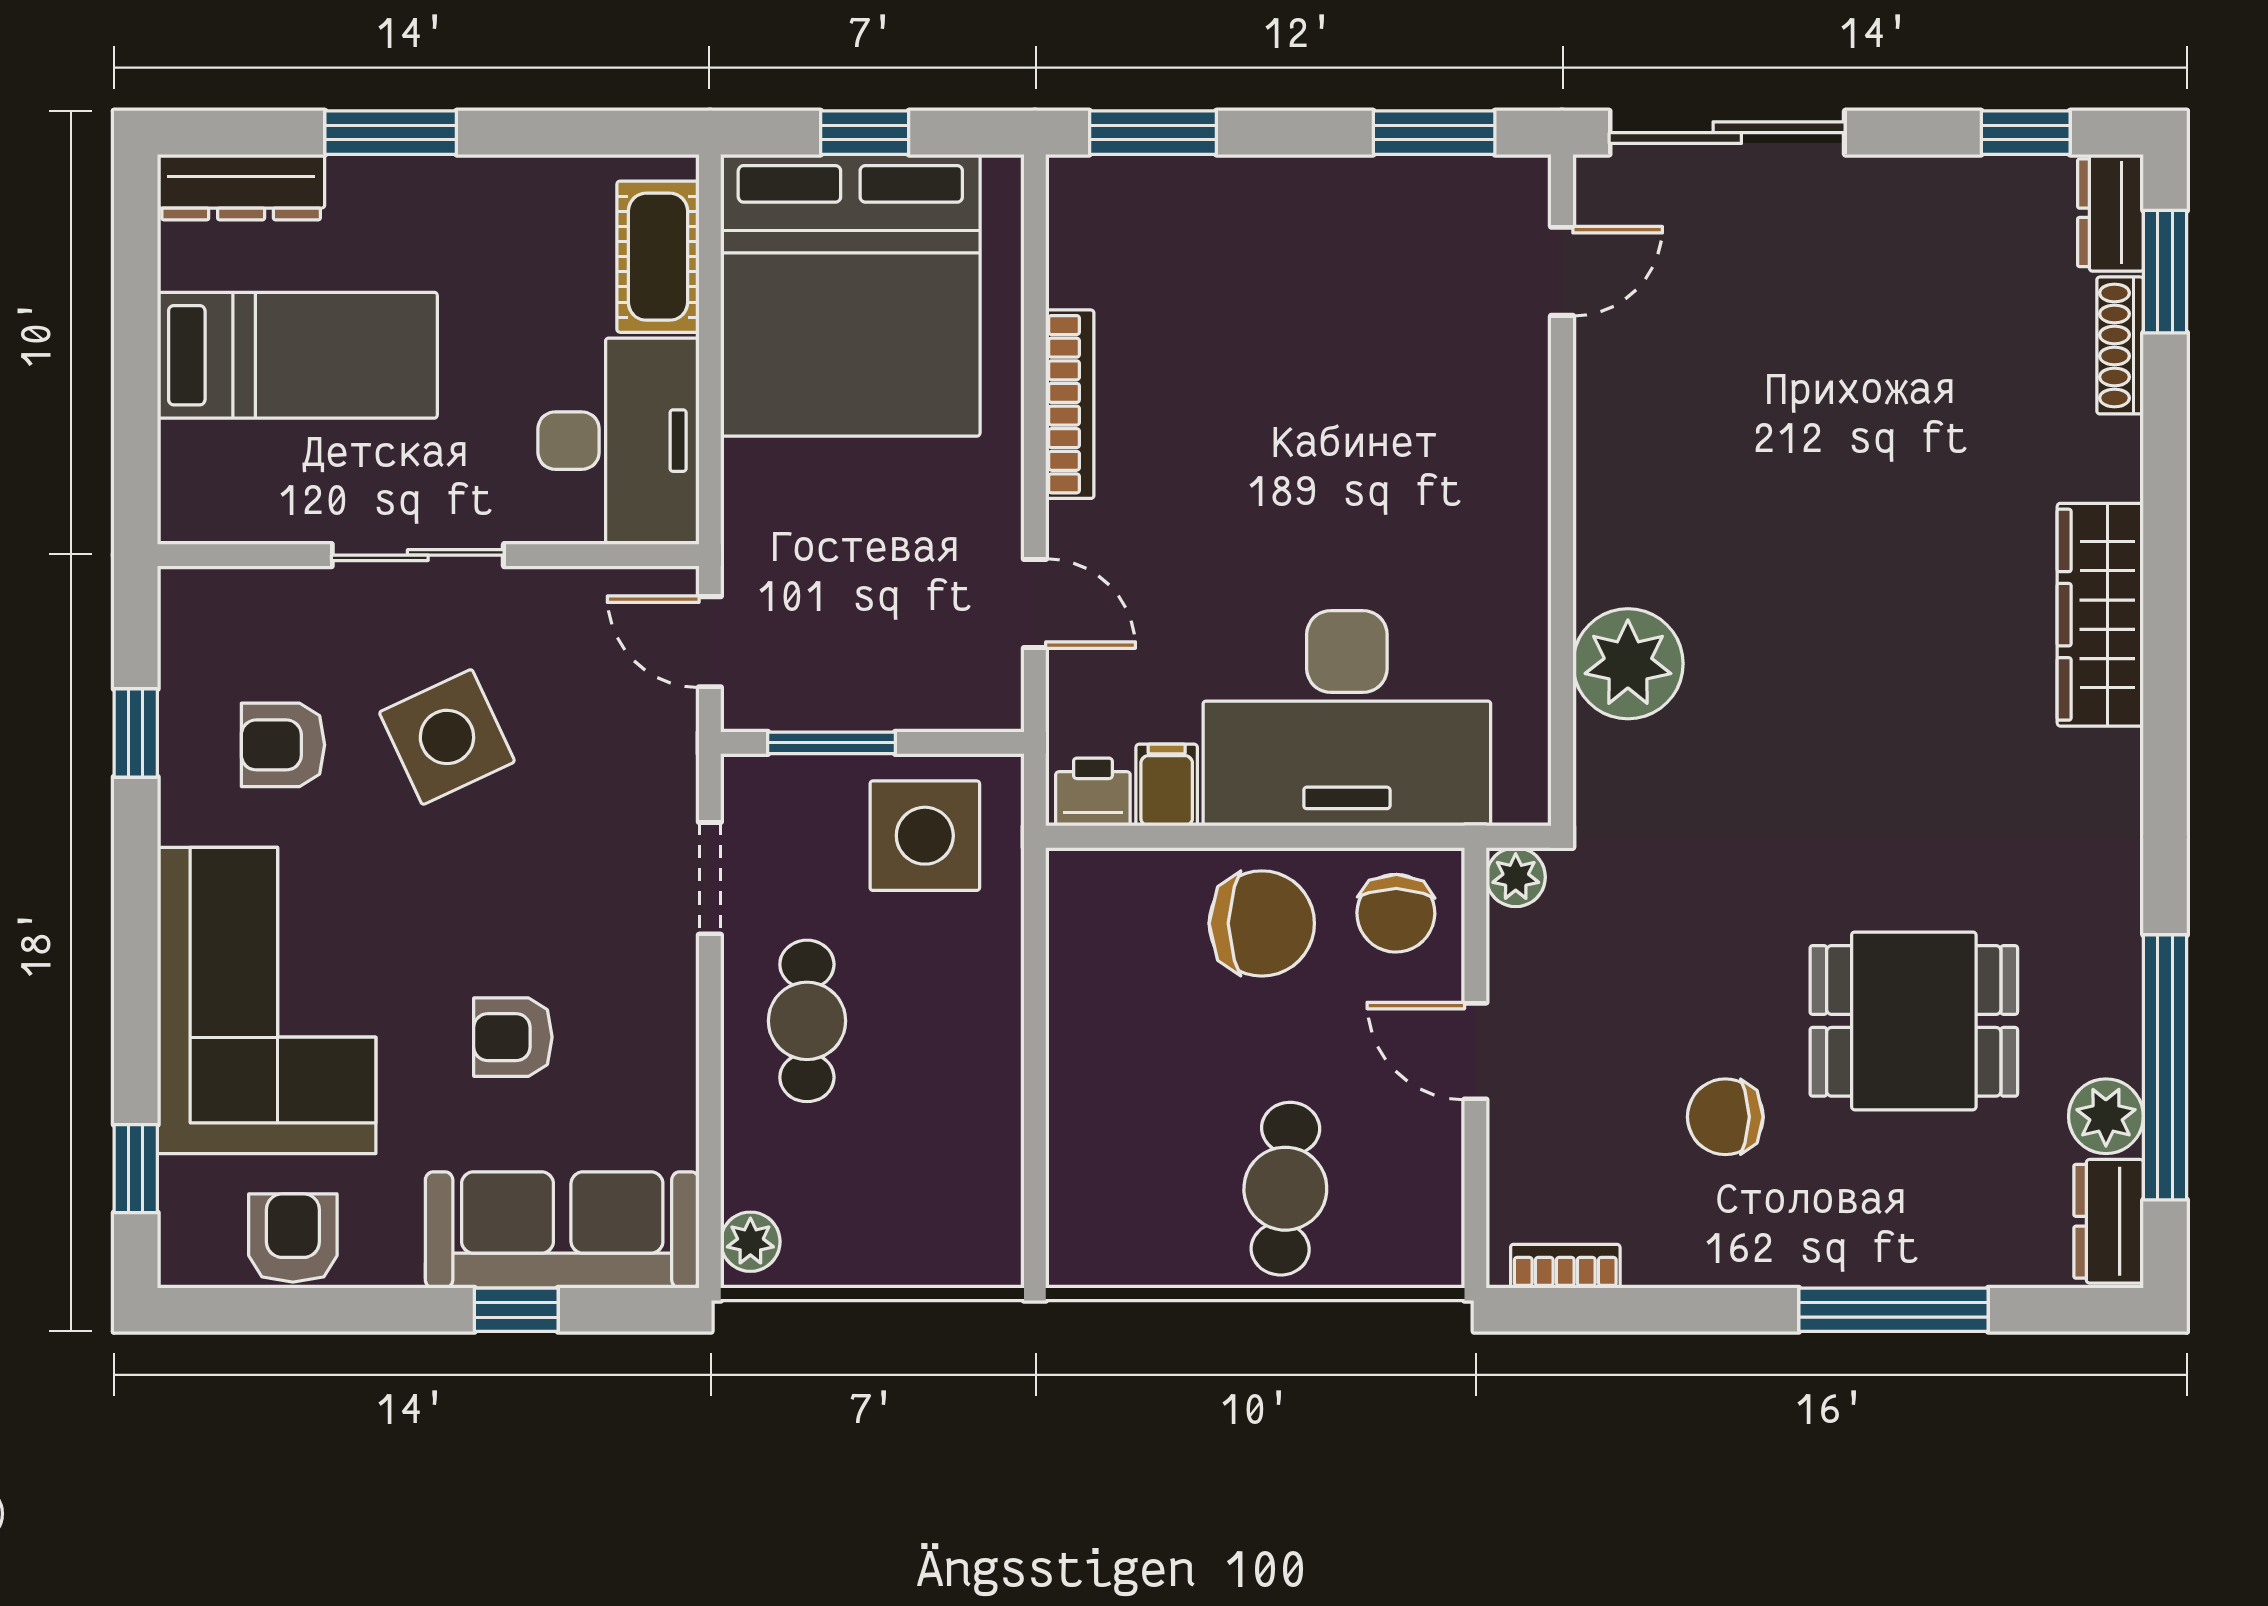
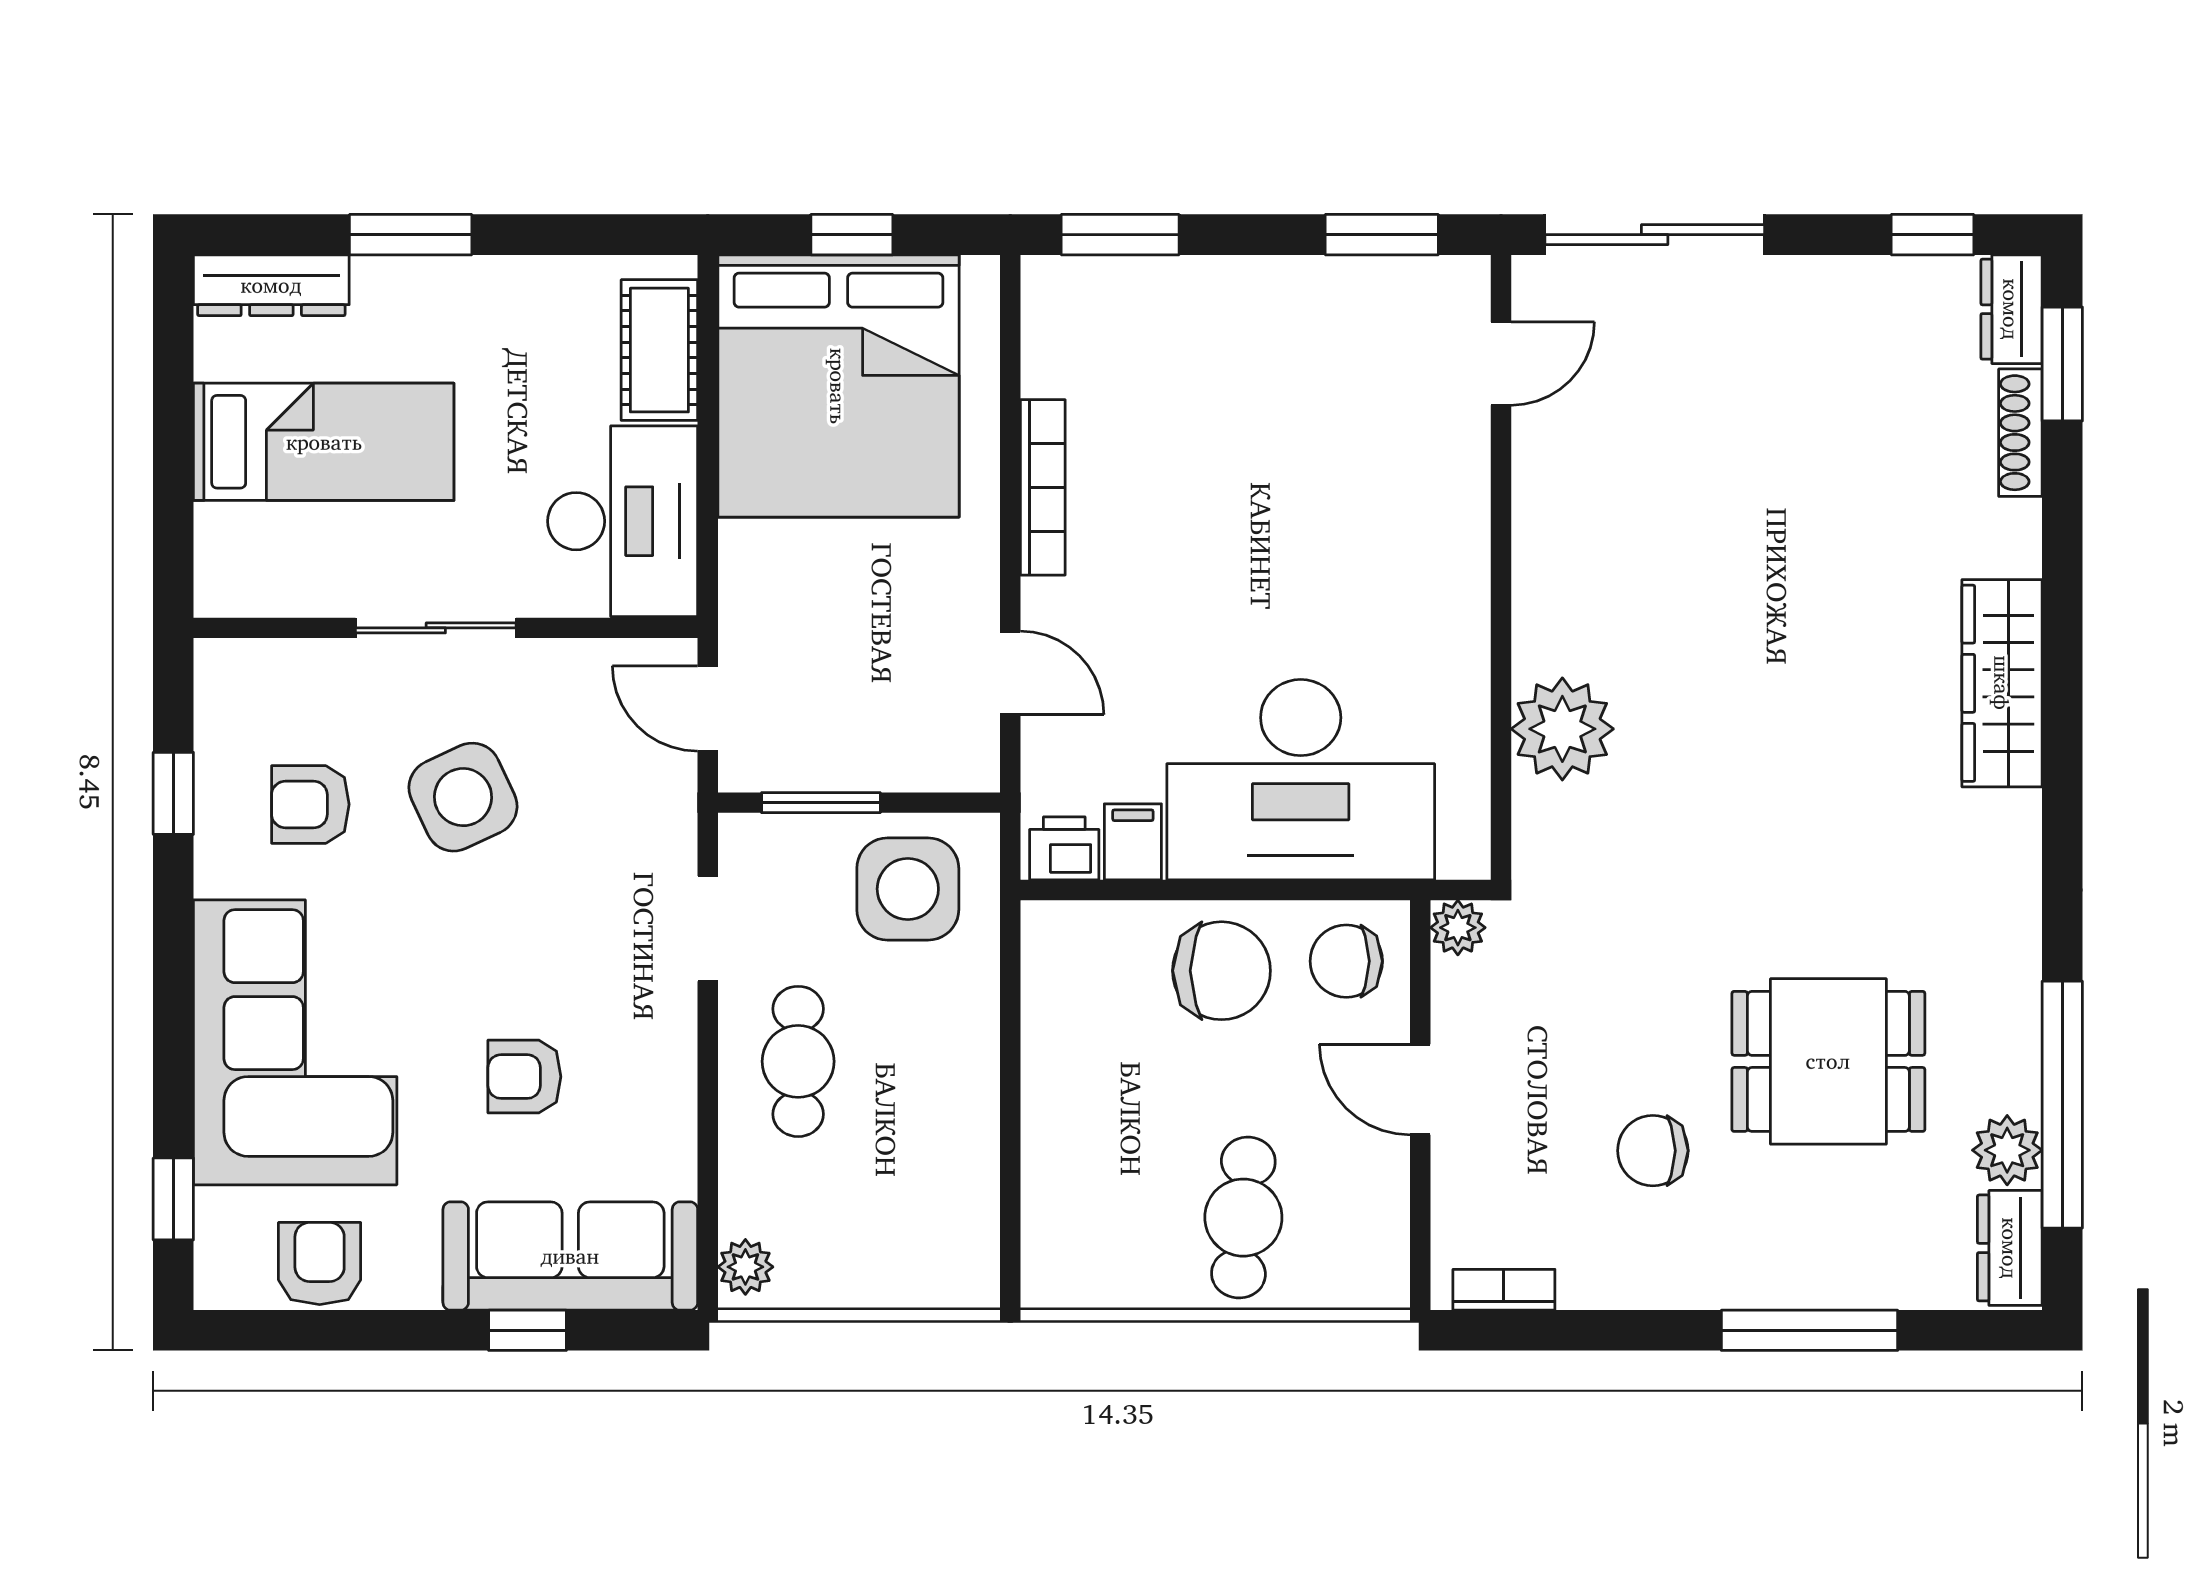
chair: (1396, 913) -> (1346, 961), turned 89

